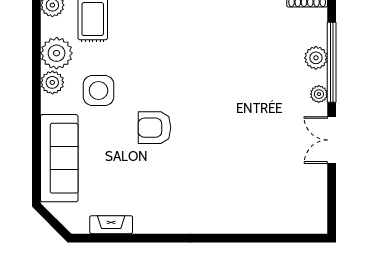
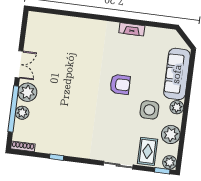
plant: (52, 82) -> (177, 107), moved
plant: (319, 94) -> (27, 92), width x1.88, depth x1.88
fireplace: (111, 225) -> (132, 29), moved

